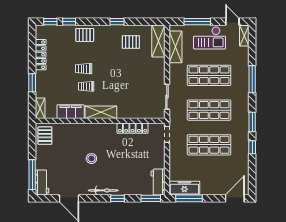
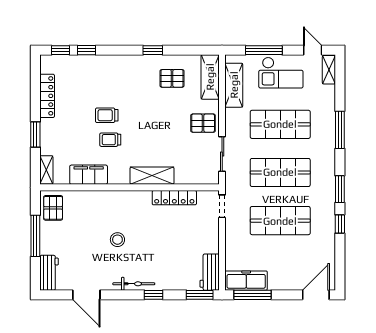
pallet: (85, 35) -> (203, 123), moved
shelving: (101, 112) -> (152, 176), moved
window: (32, 175) -> (35, 236), moved

